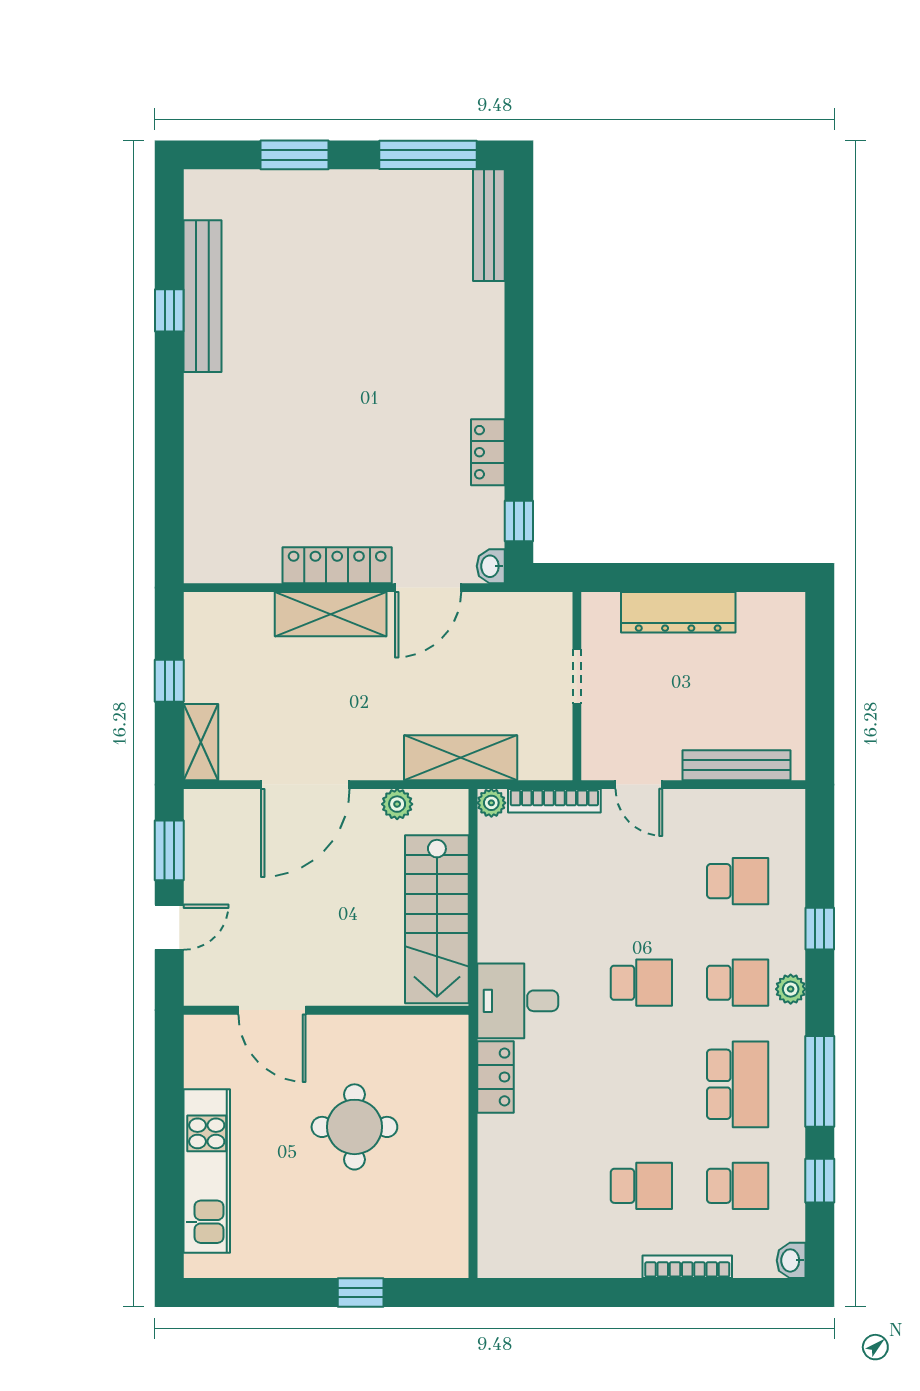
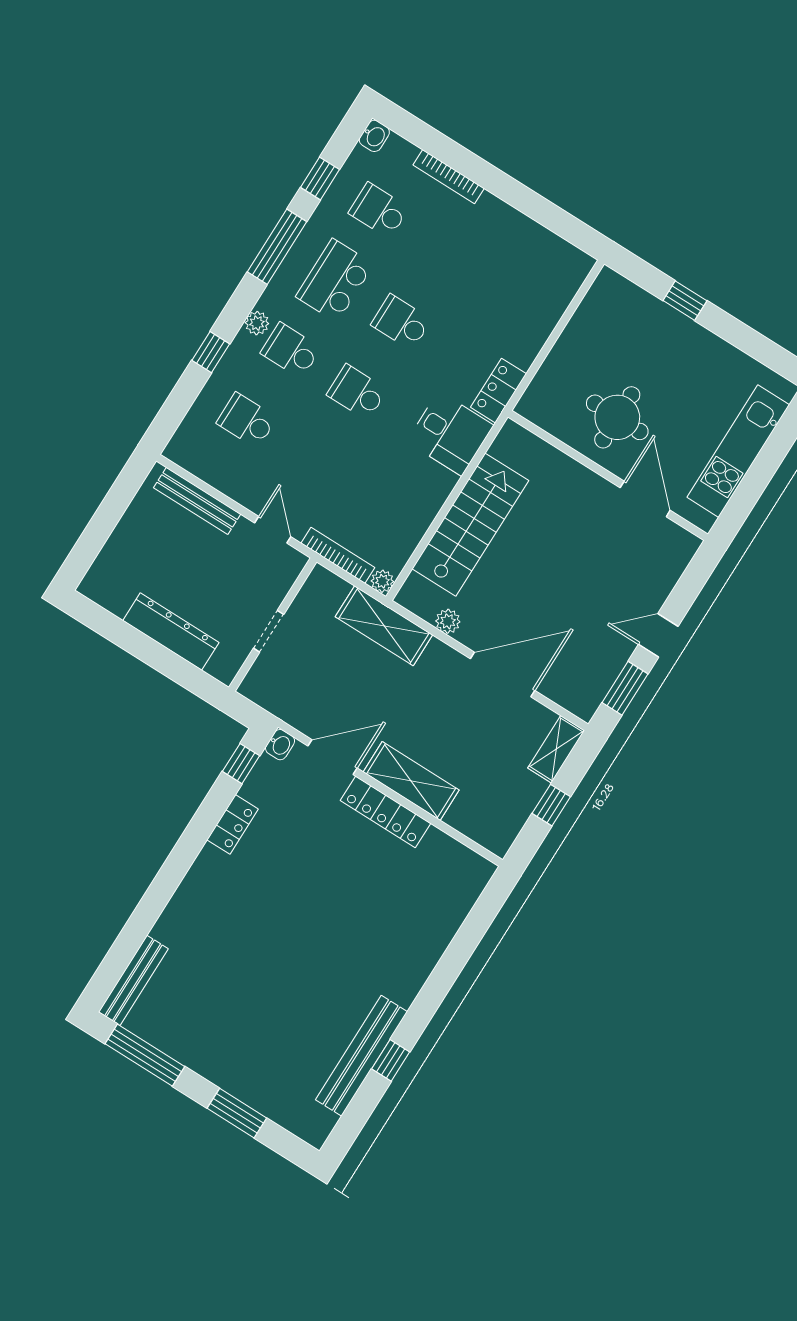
door: (272, 1010) -> (645, 499), moved
wall: (326, 1010) -> (608, 475), moved
school desk: (641, 1186) -> (401, 322), moved

